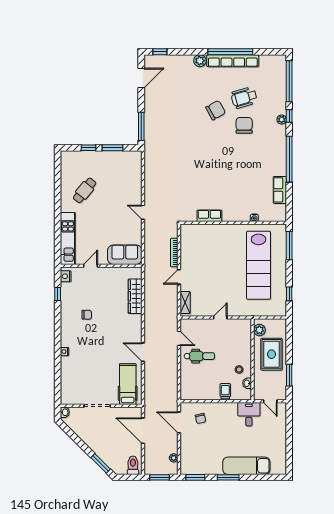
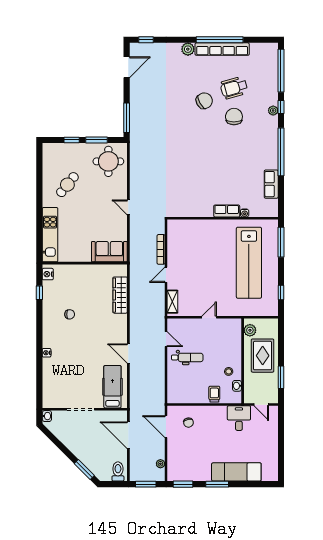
round table: (124, 168) -> (108, 161), added
row of seats: (209, 216) -> (227, 211), moved
door: (91, 266) -> (74, 263), removed

